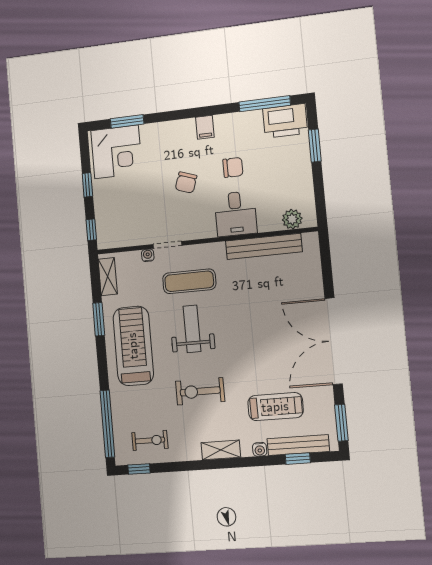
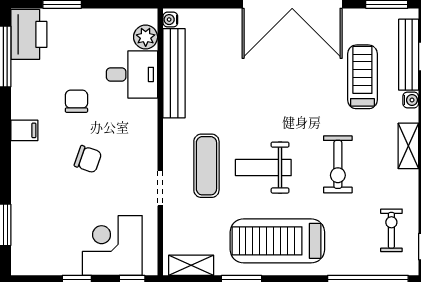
corner desk: (116, 152) -> (112, 245), moved, turned -90
desk: (236, 214) -> (132, 74), moved
water cooler: (148, 255) -> (170, 20), moved

